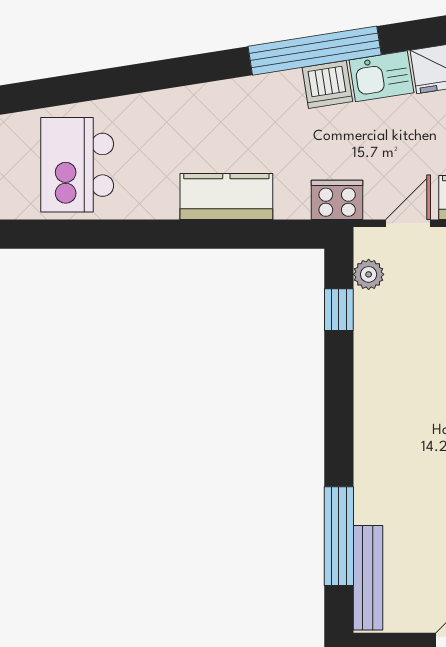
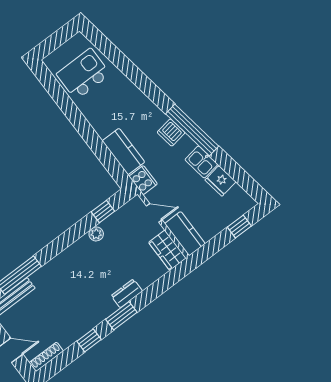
dishwasher: (327, 84) -> (171, 132), moved
kitchen counter: (226, 197) -> (123, 151), moved
plant: (369, 274) -> (96, 234), moved

